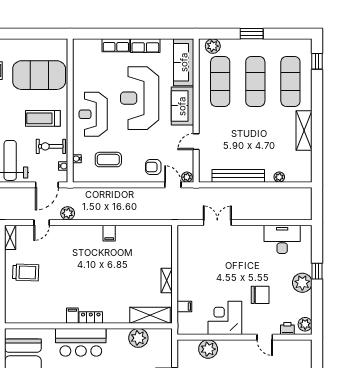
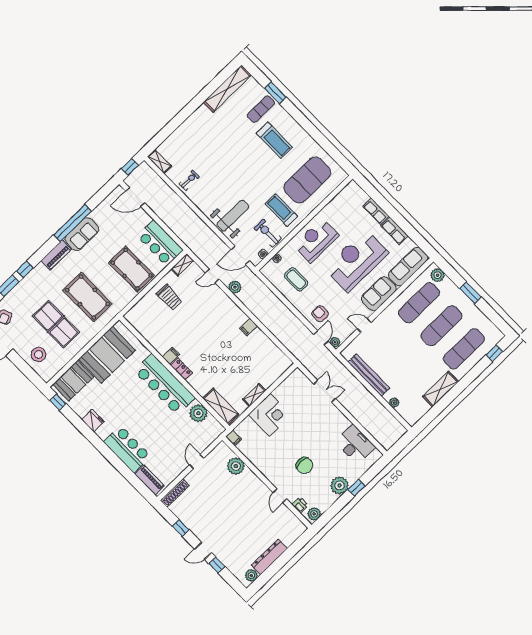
exercise mat: (39, 75) -> (307, 180), turned 90
filing cabinet: (184, 307) -> (234, 438), moved
corner desk: (225, 318) -> (270, 415), moved, turned 90
bar counter: (81, 342) -> (165, 384), width x1.36

